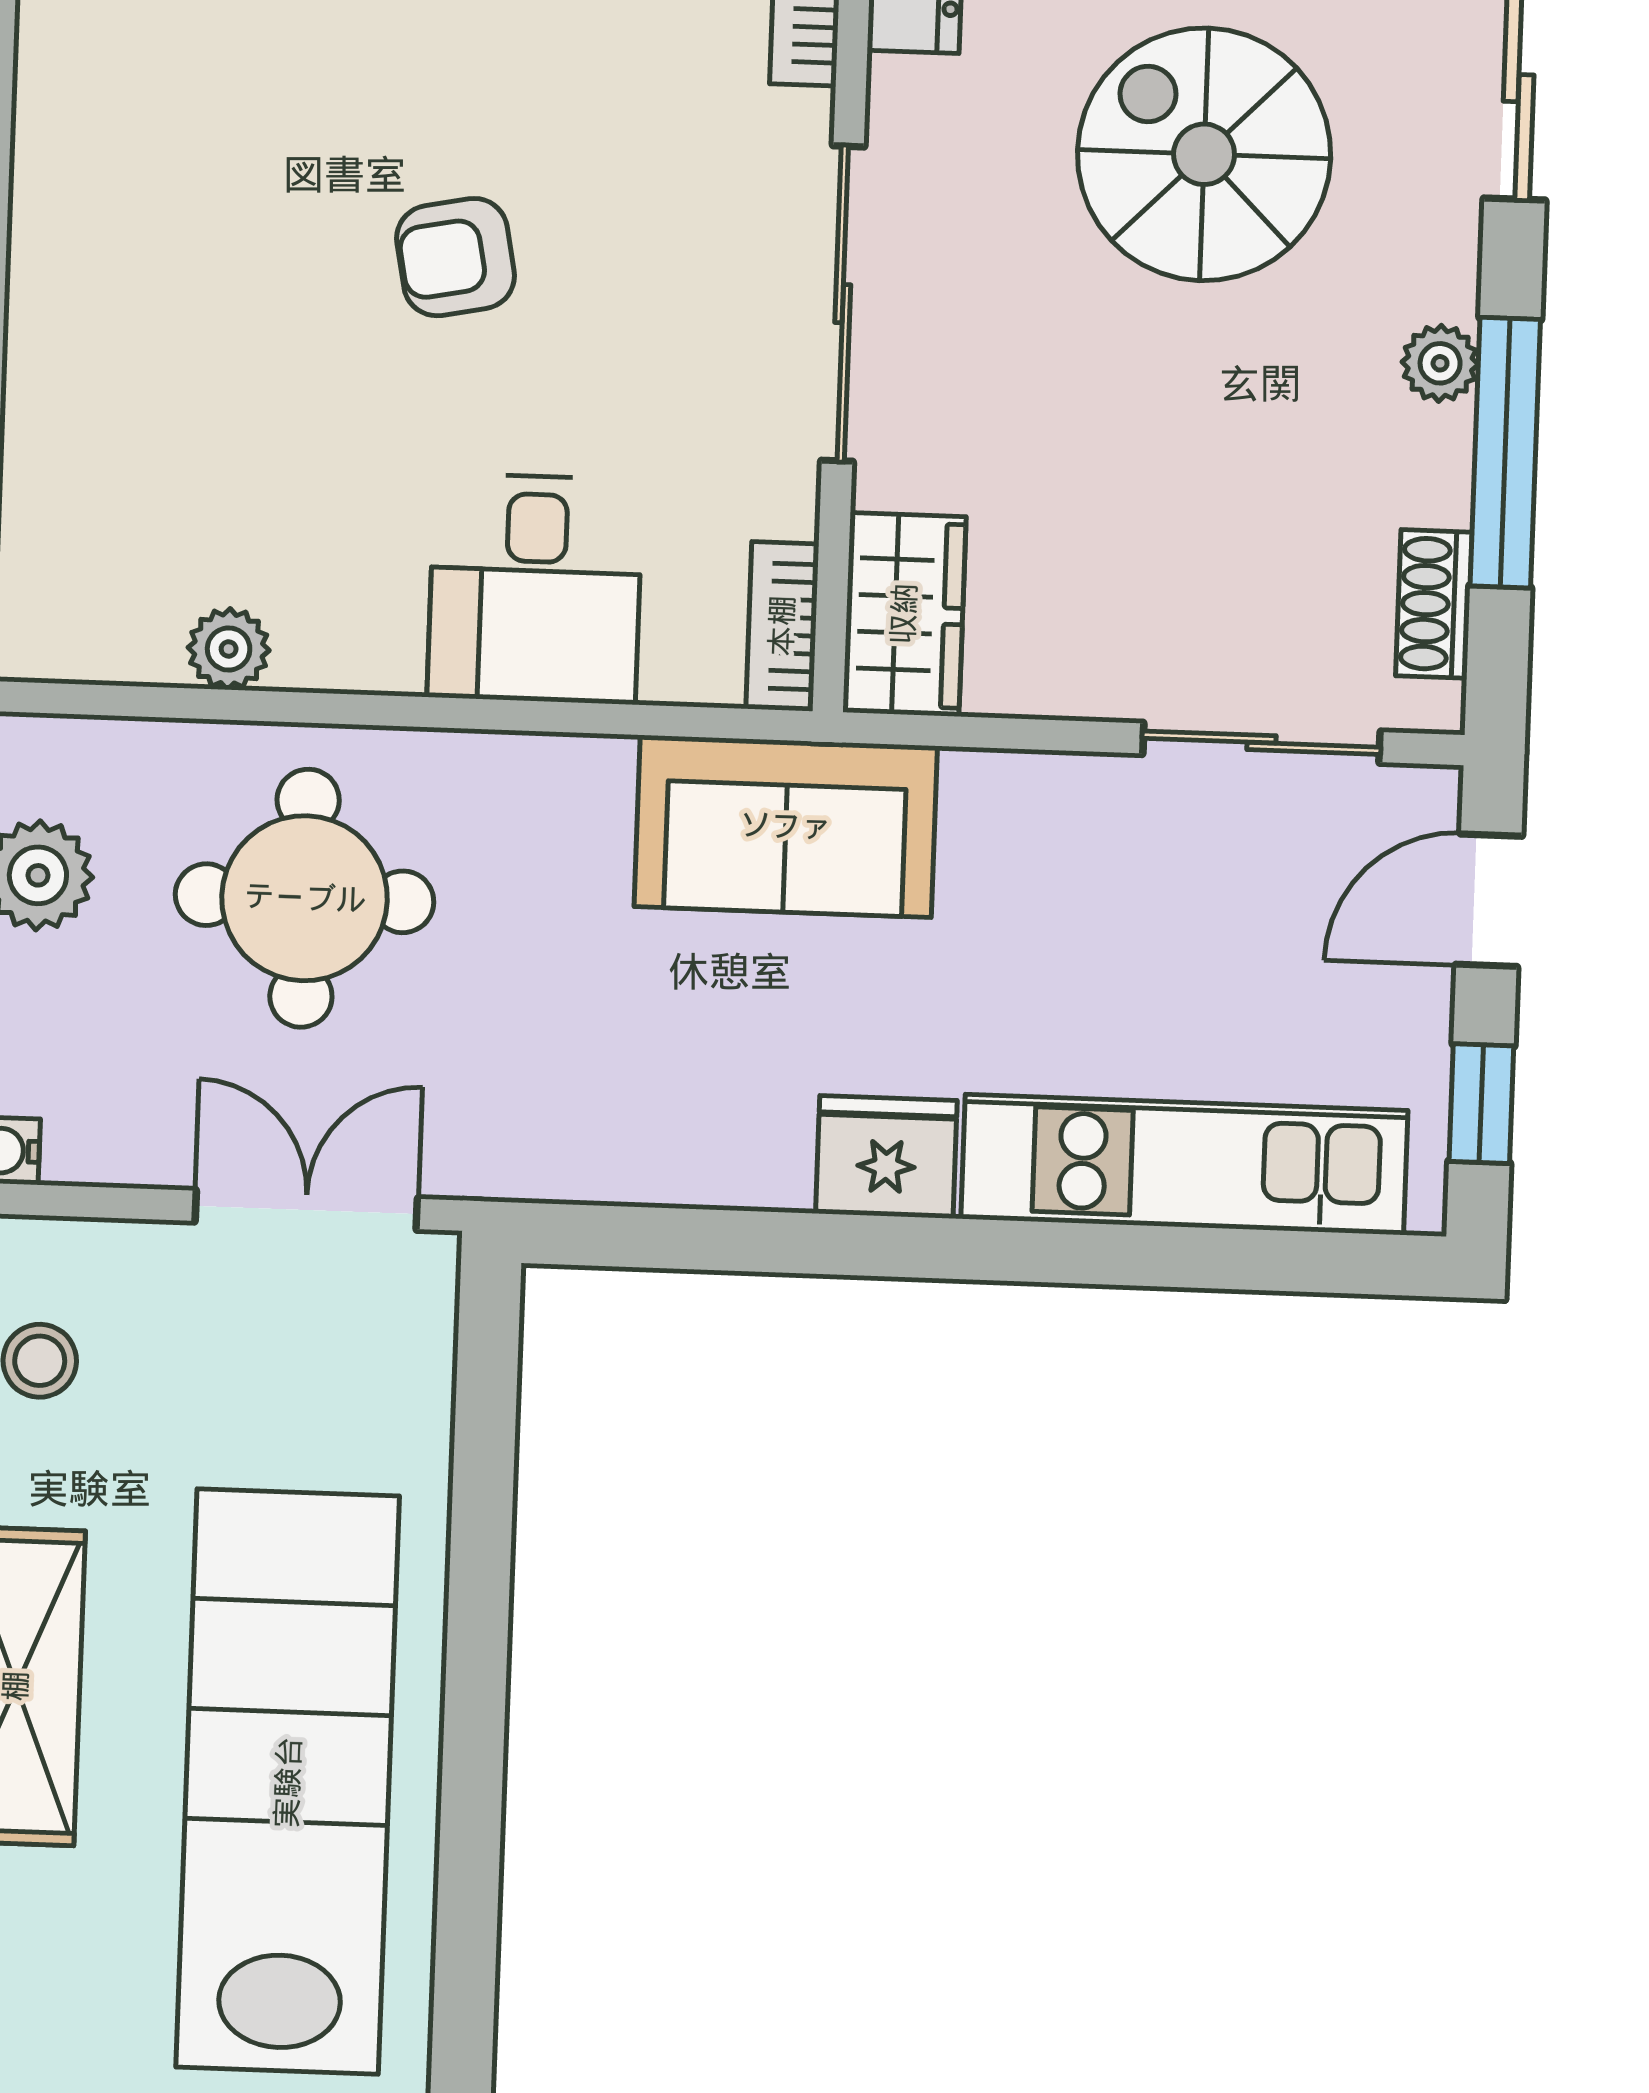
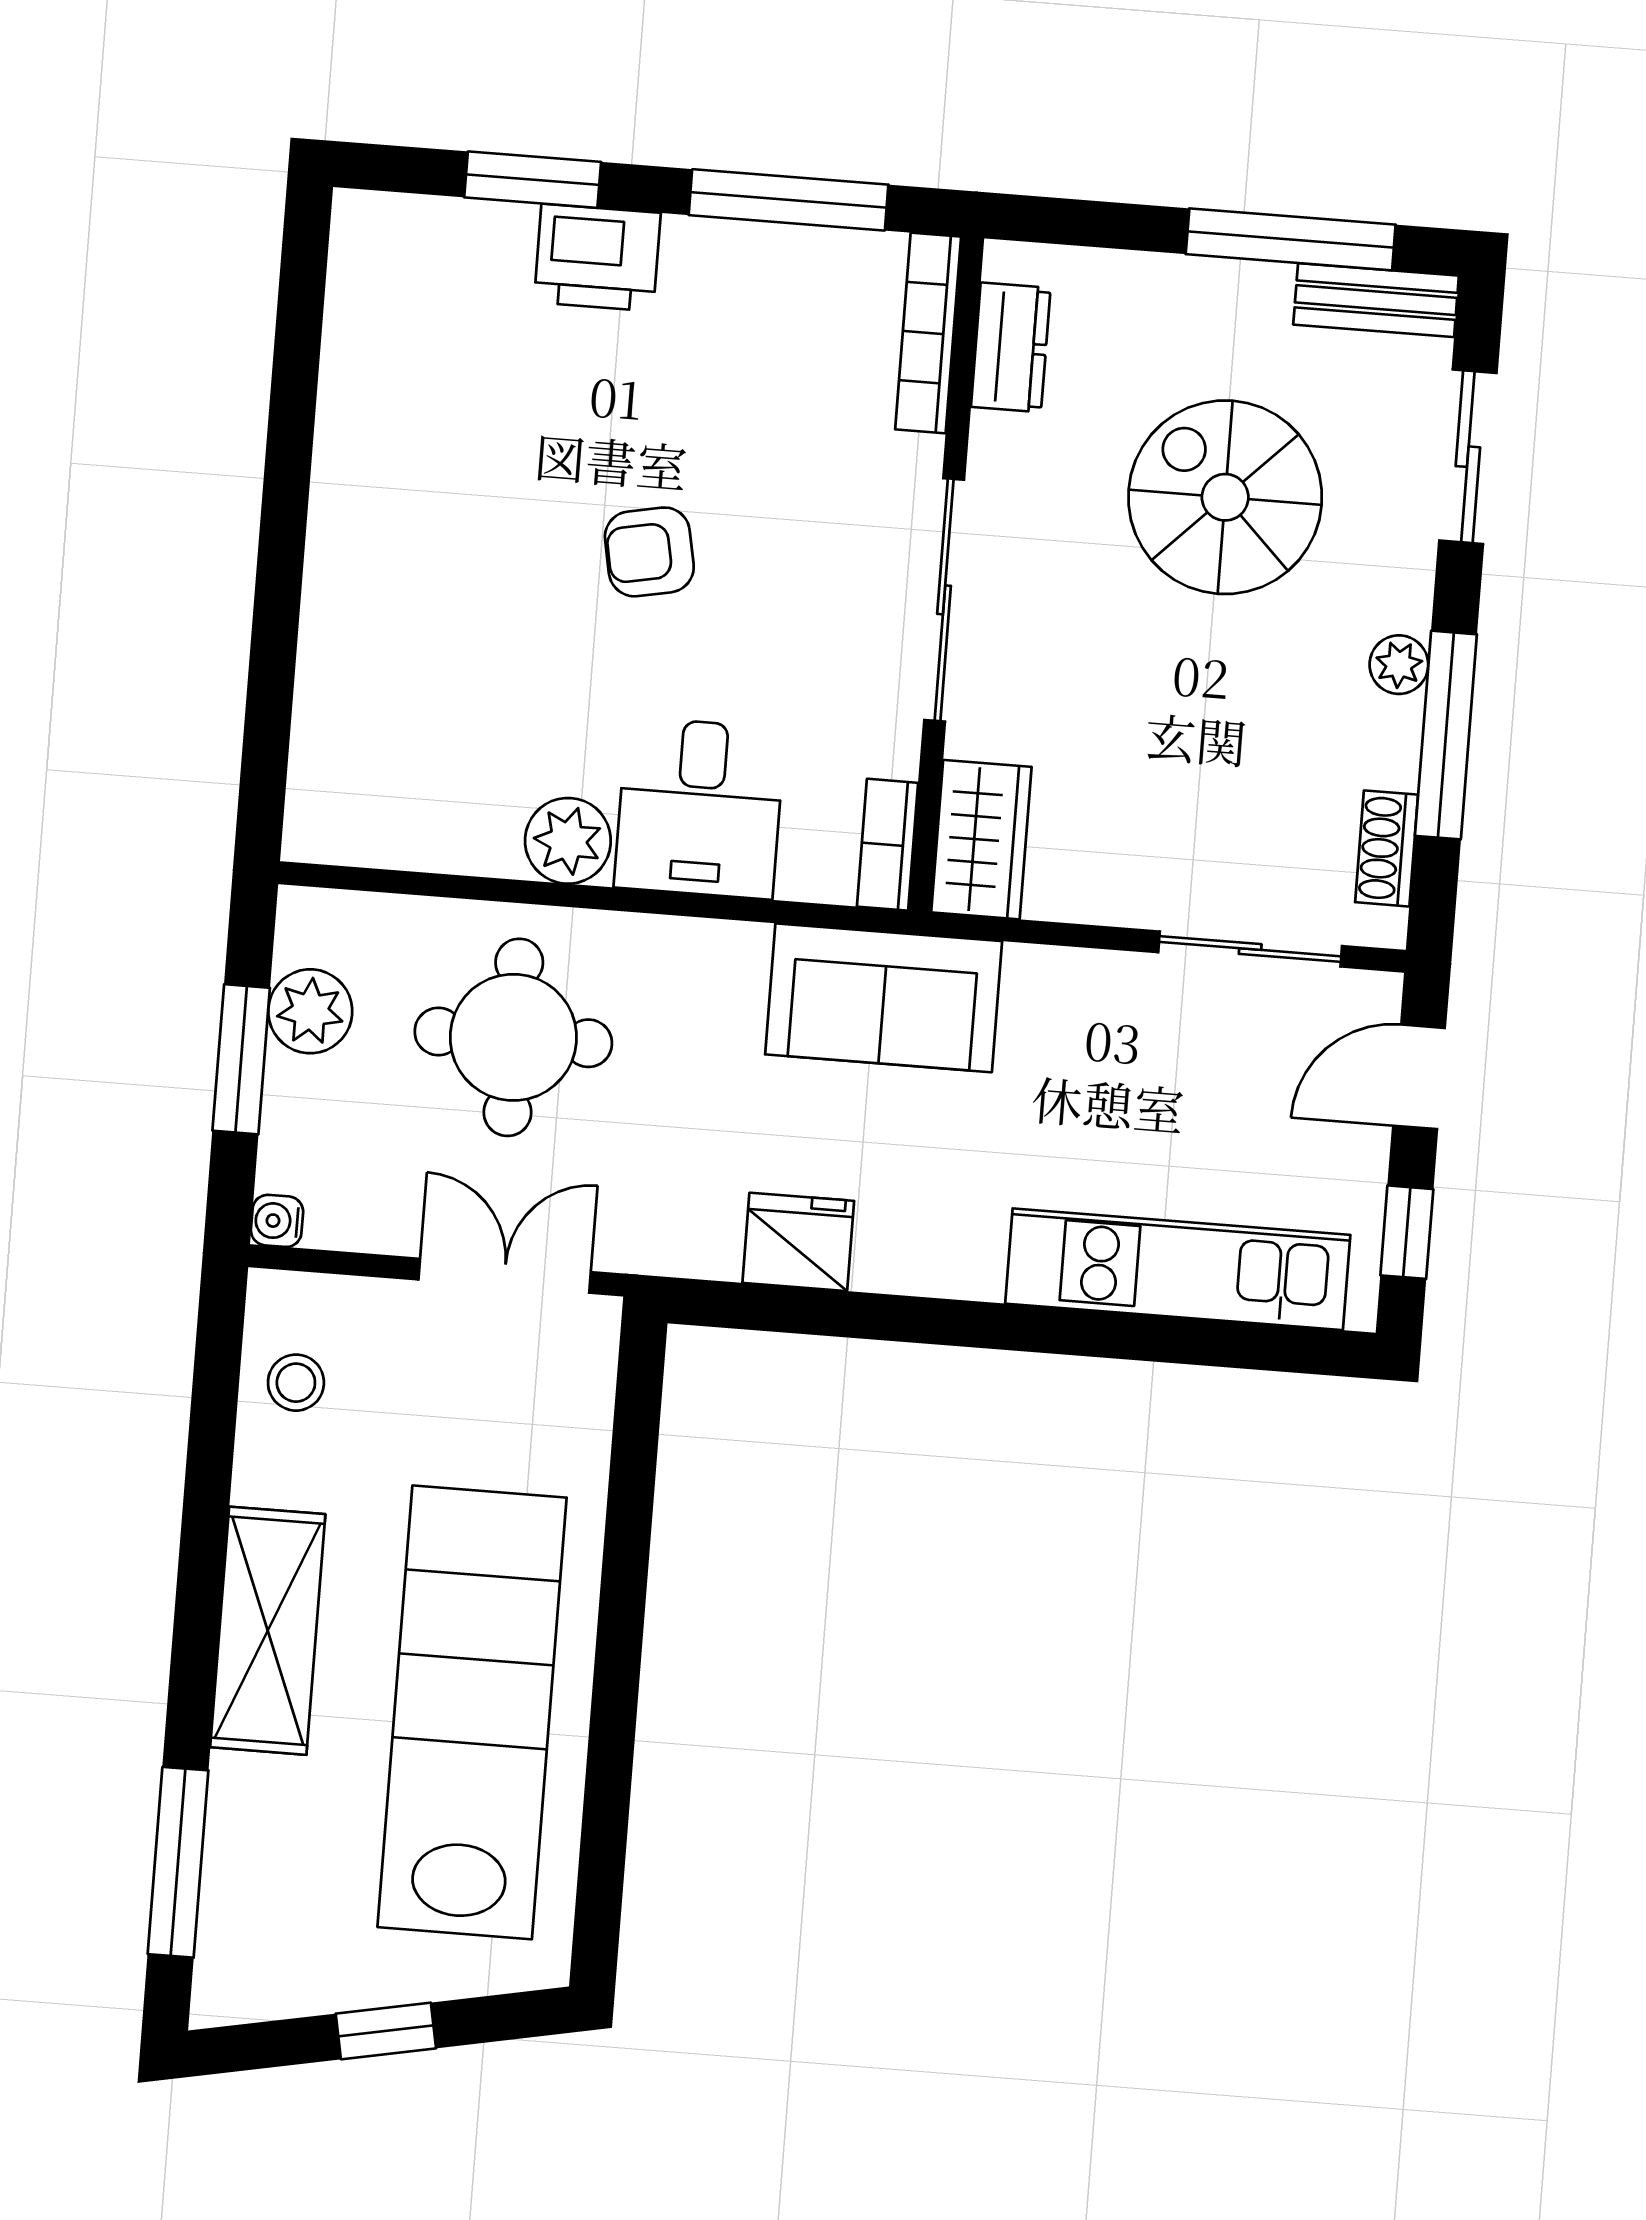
plant: (229, 649) -> (568, 841), moved, width x1.38, depth x1.38
fridge: (886, 1157) -> (798, 1242), moved

